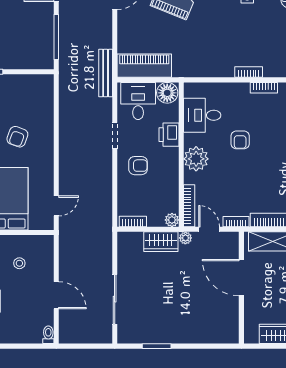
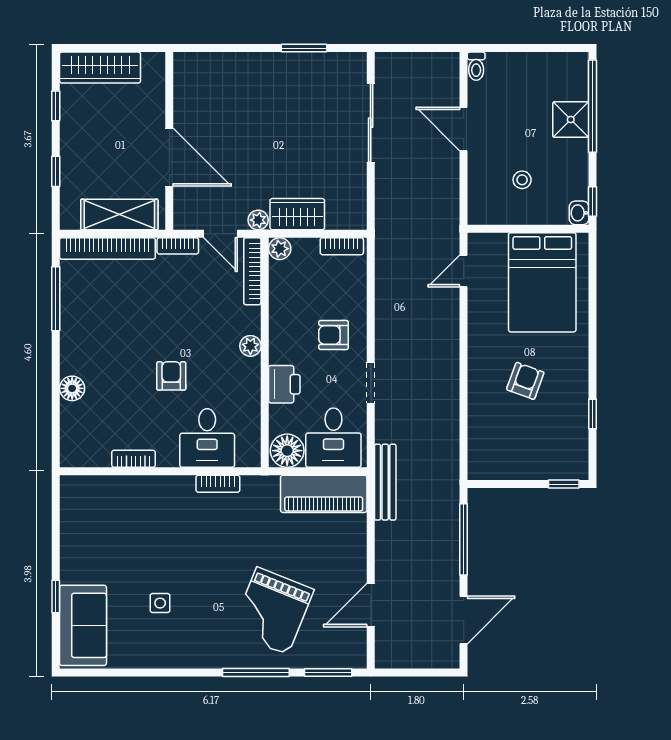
bookcase: (249, 72) -> (218, 484), moved
desk: (202, 115) -> (207, 438), moved, turned 90
plant: (196, 159) -> (250, 346), width x0.53, depth x0.53

